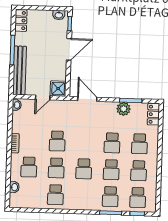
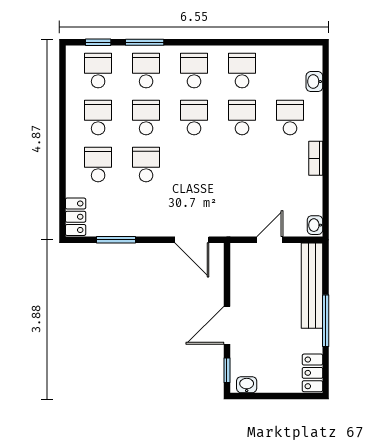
shower: (58, 89) -> (243, 256), removed
plant: (124, 109) -> (128, 225), removed
school desk: (57, 141) -> (194, 71), moved

